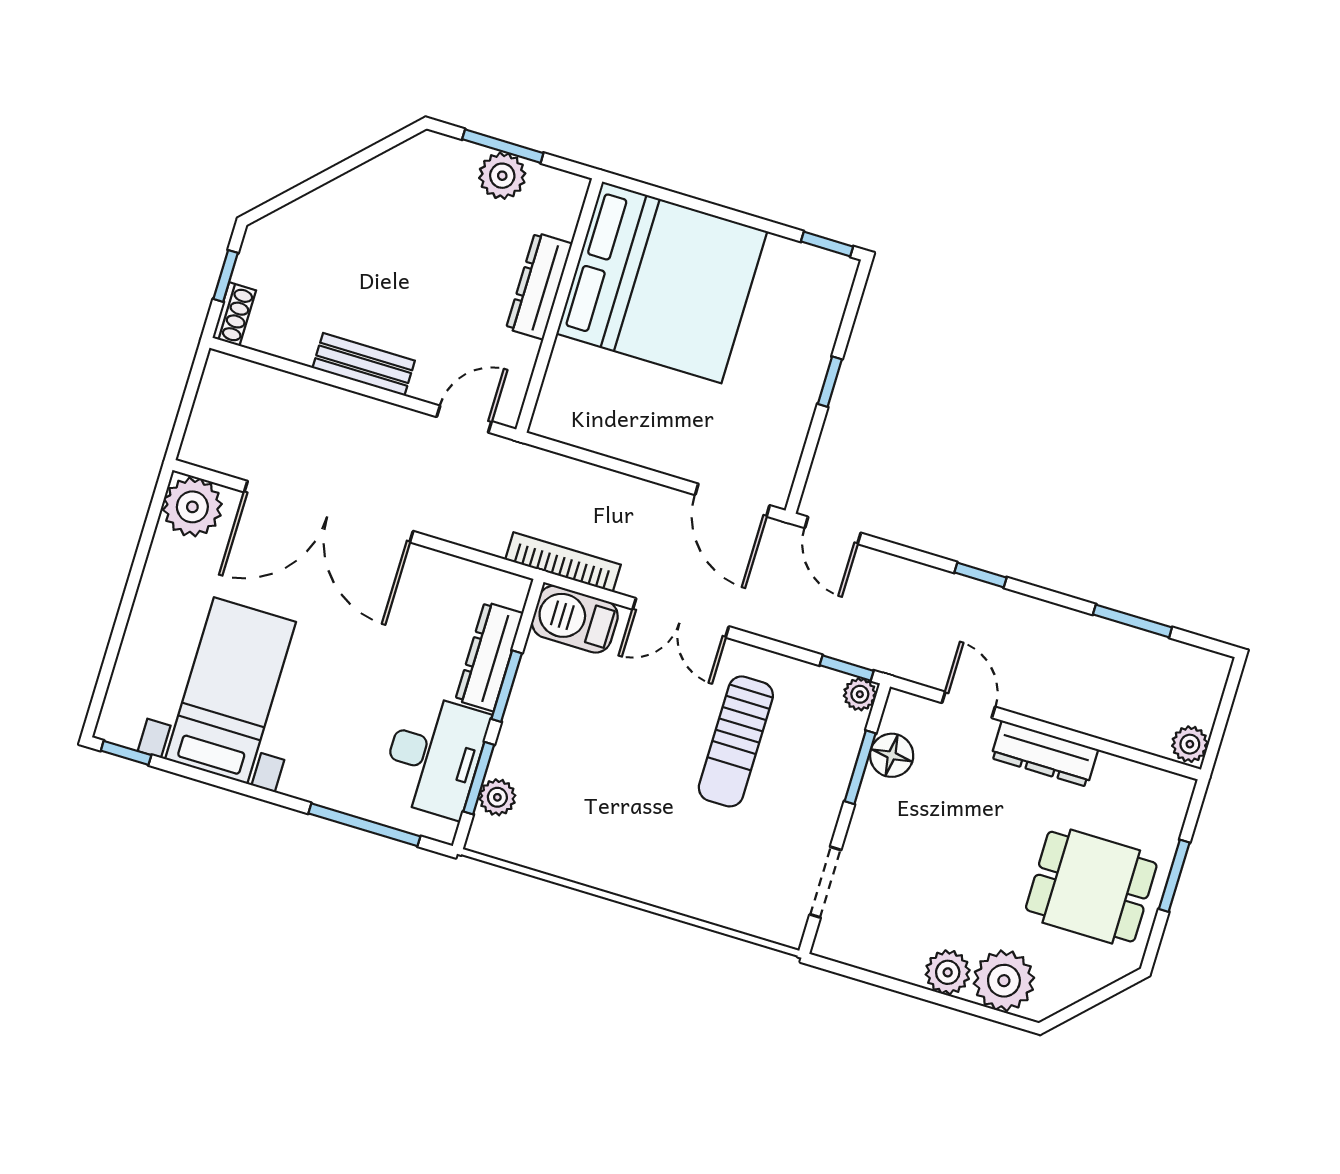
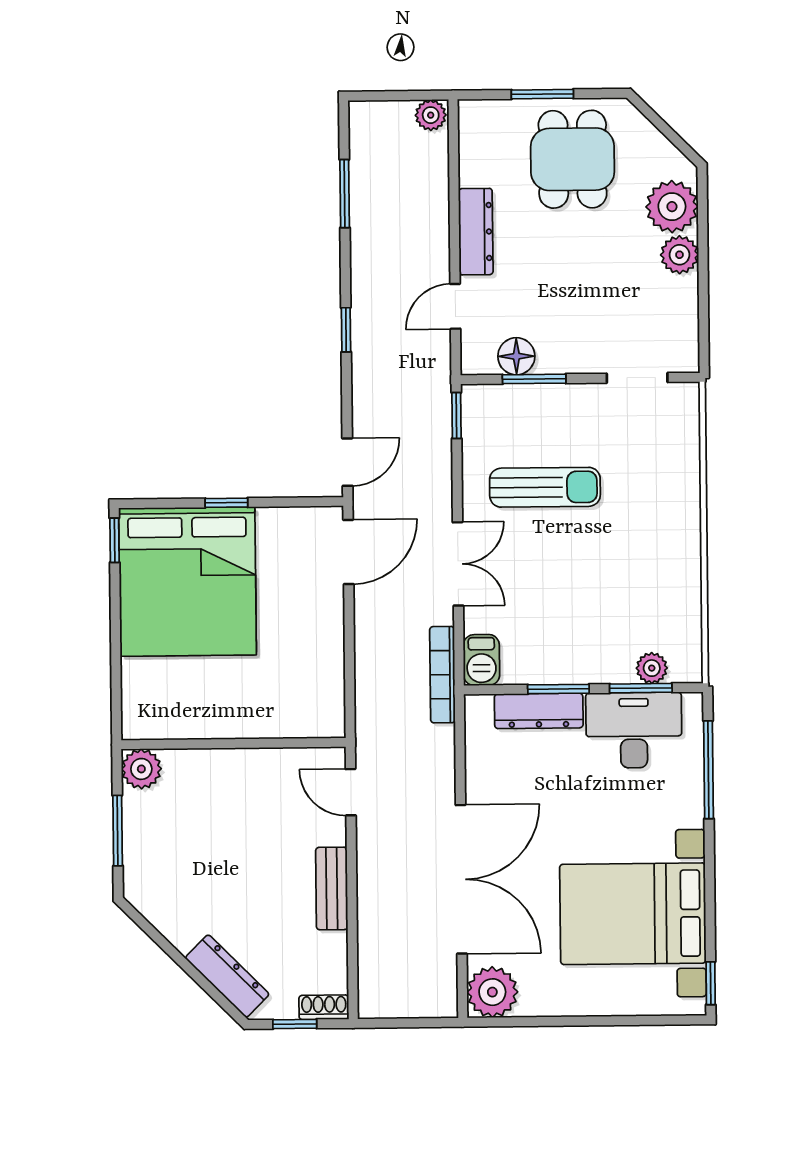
plant: (502, 176) -> (141, 769), moved
bed: (662, 282) -> (187, 582), moved, turned 180
dresser: (539, 286) -> (227, 976), moved, turned -135
barbecue: (575, 619) -> (481, 660), width x0.73, depth x0.79
bed with nightstands: (231, 691) -> (633, 914), width x1.36
plant: (860, 694) -> (475, 398), removed

